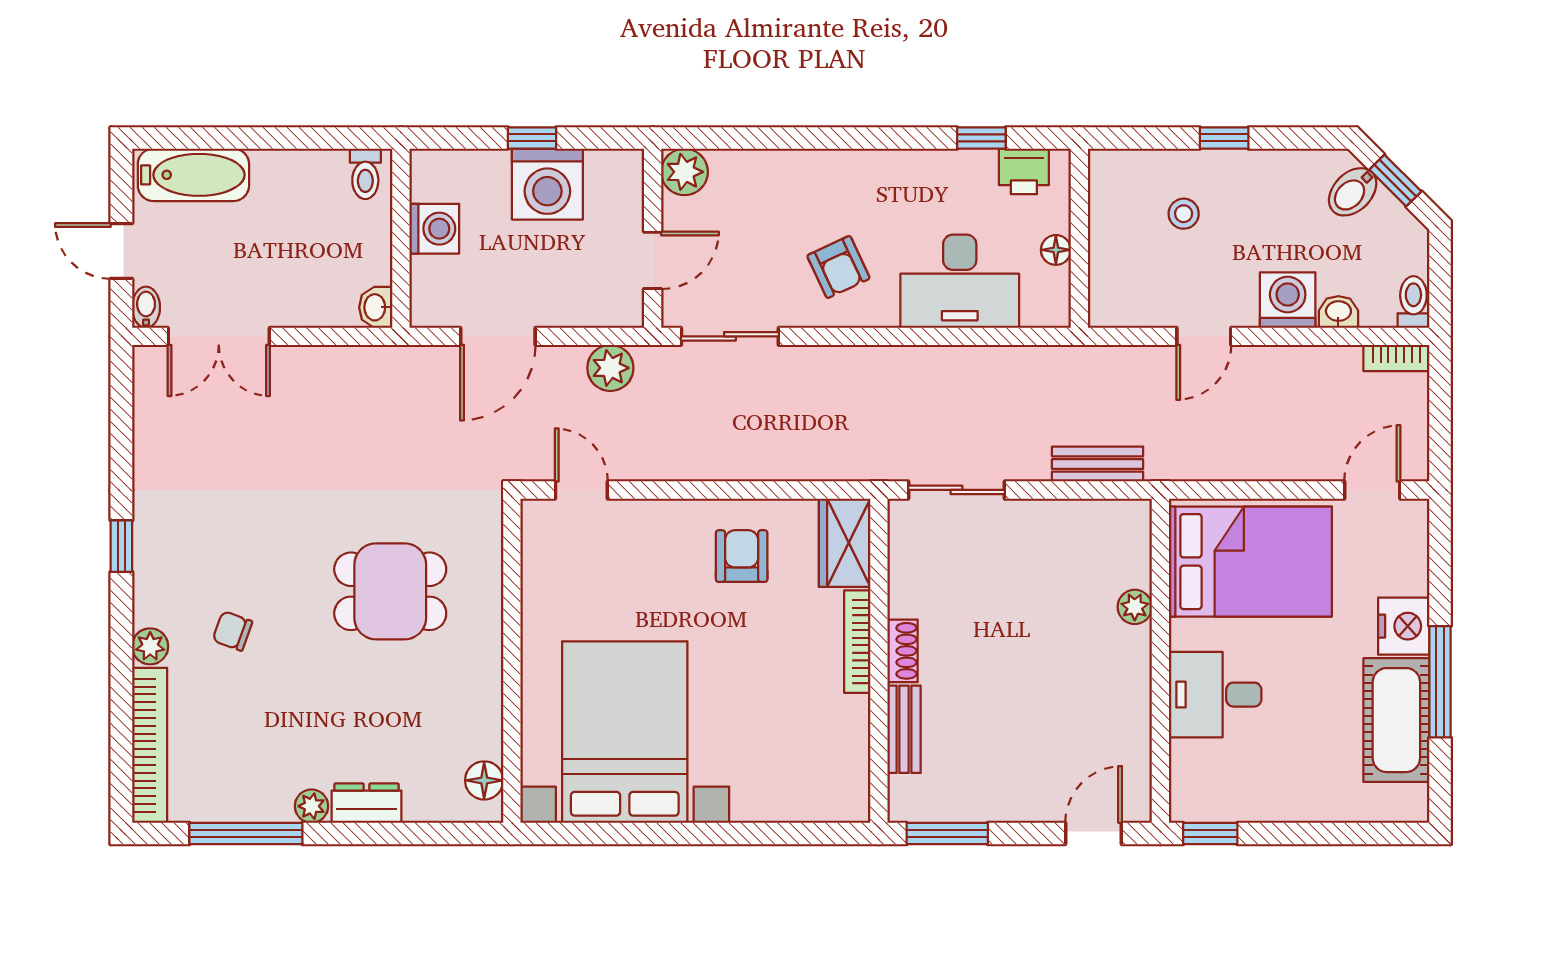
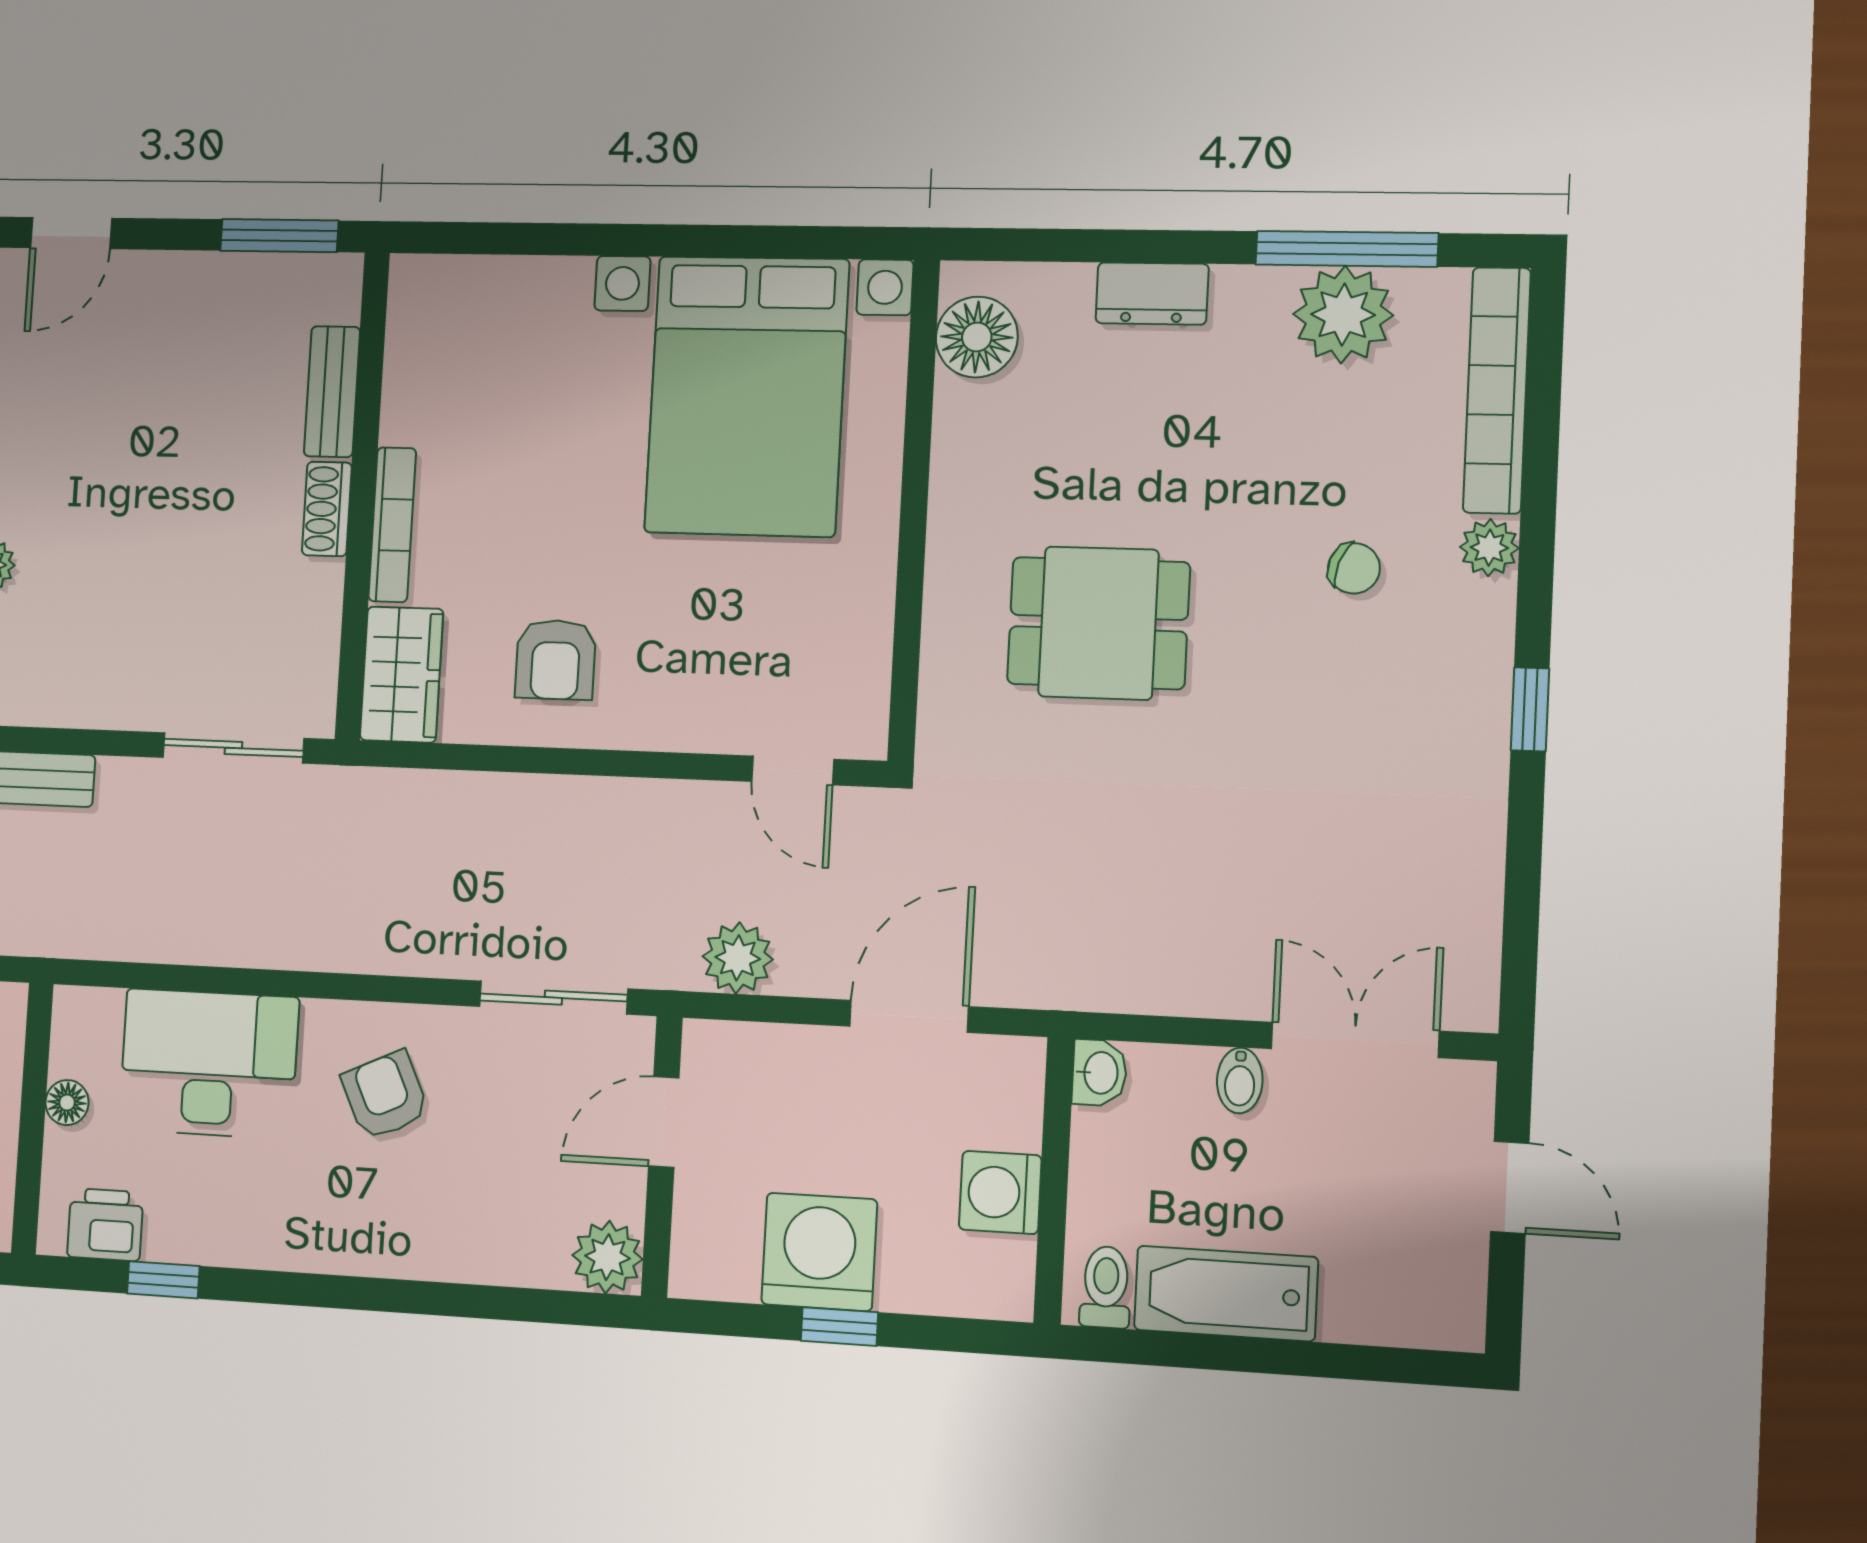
bathtub: (193, 175) -> (1226, 1293), moved
bidet: (146, 307) -> (1240, 1081), moved
floor lamp: (484, 780) -> (977, 337), width x1.38, depth x1.38
plant: (312, 806) -> (1343, 315), moved, width x1.87, depth x1.87

